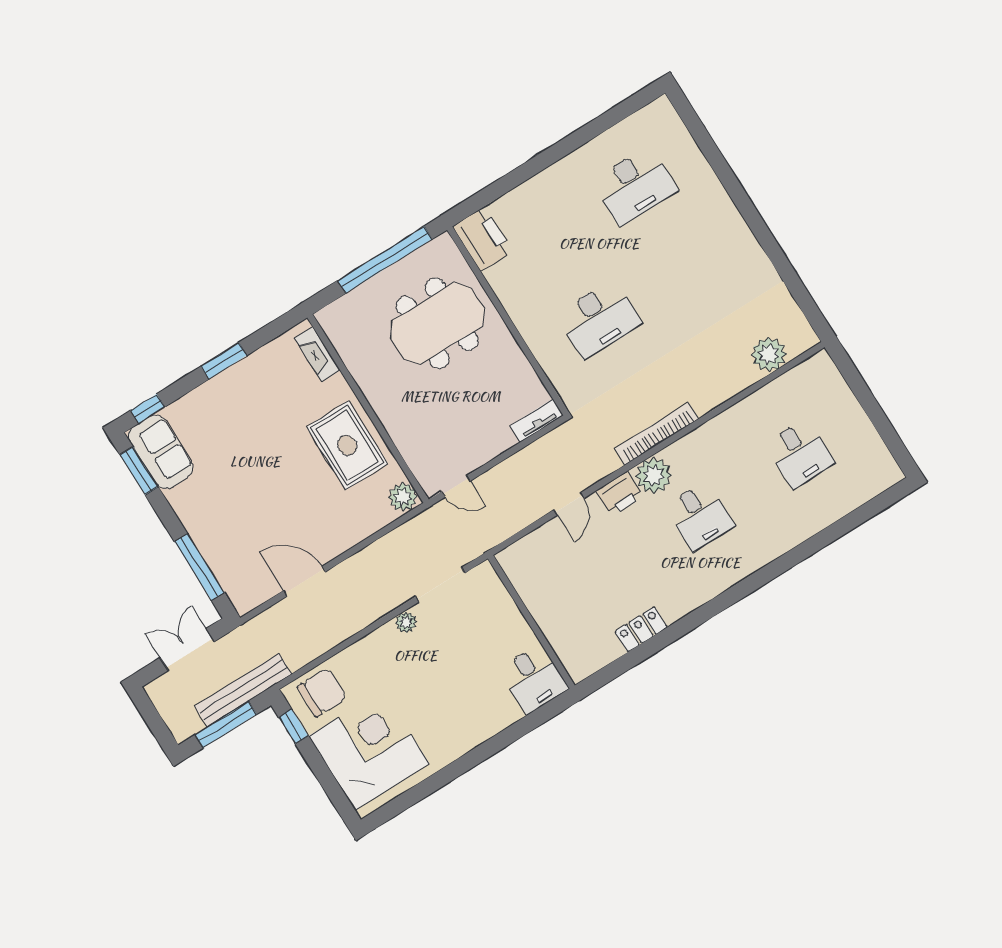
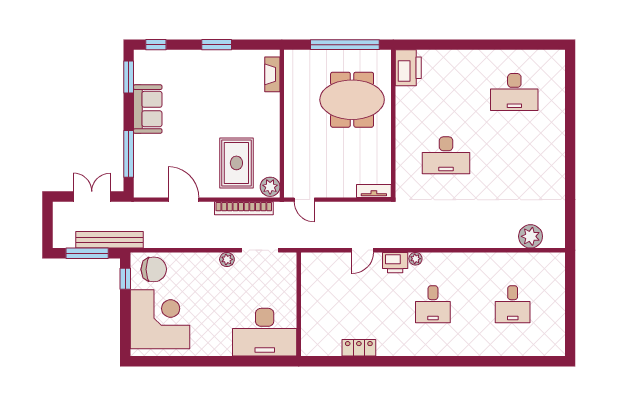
bookcase: (657, 434) -> (244, 208), moved, turned 180
rug: (347, 445) -> (236, 163), moved
sofa: (161, 452) -> (148, 109), moved
plant: (654, 476) -> (415, 259), width x0.53, depth x0.53
desk: (534, 679) -> (265, 332), width x1.87, depth x1.30

